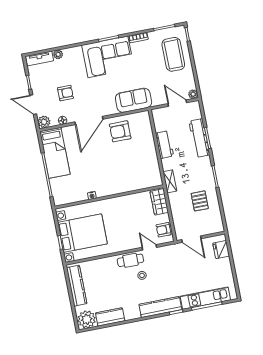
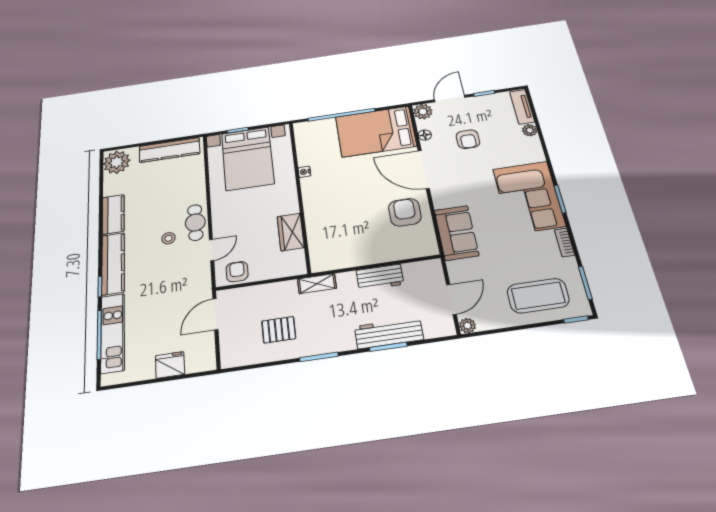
bed: (55, 153) -> (376, 131), width x1.50
wardrobe: (159, 202) -> (291, 232), moved, turned -90
fridge: (221, 250) -> (170, 365), moved
kitchen counter: (110, 317) -> (113, 214), moved

